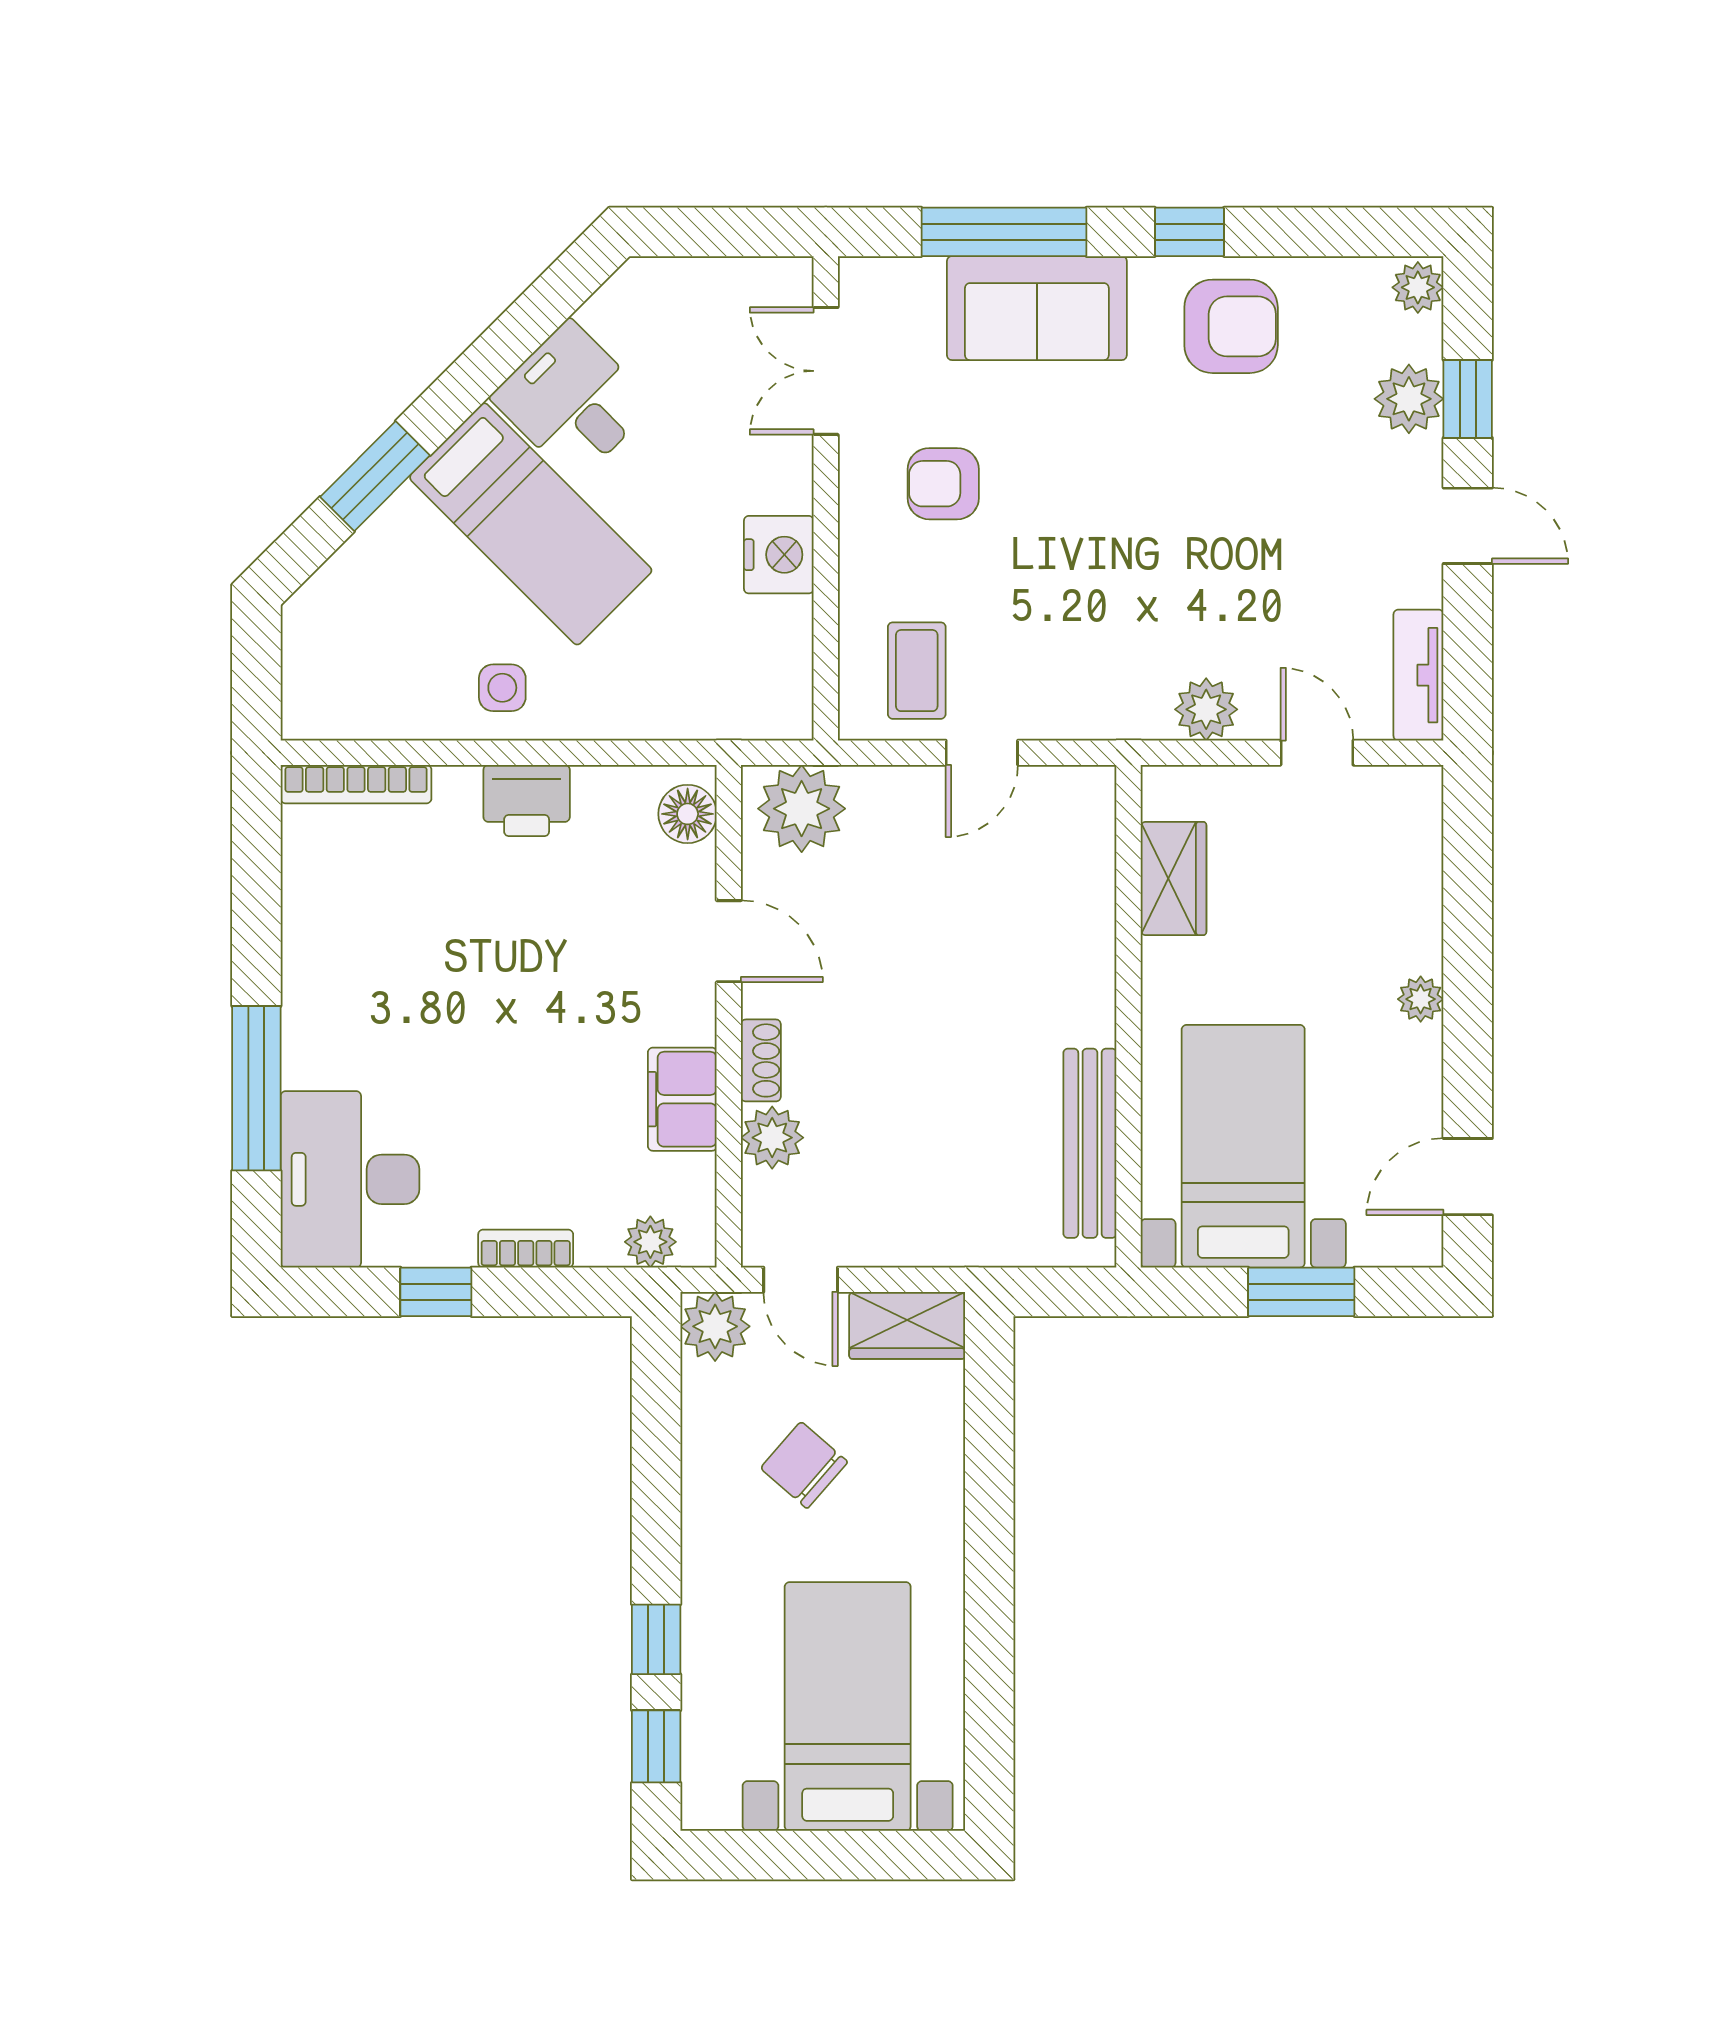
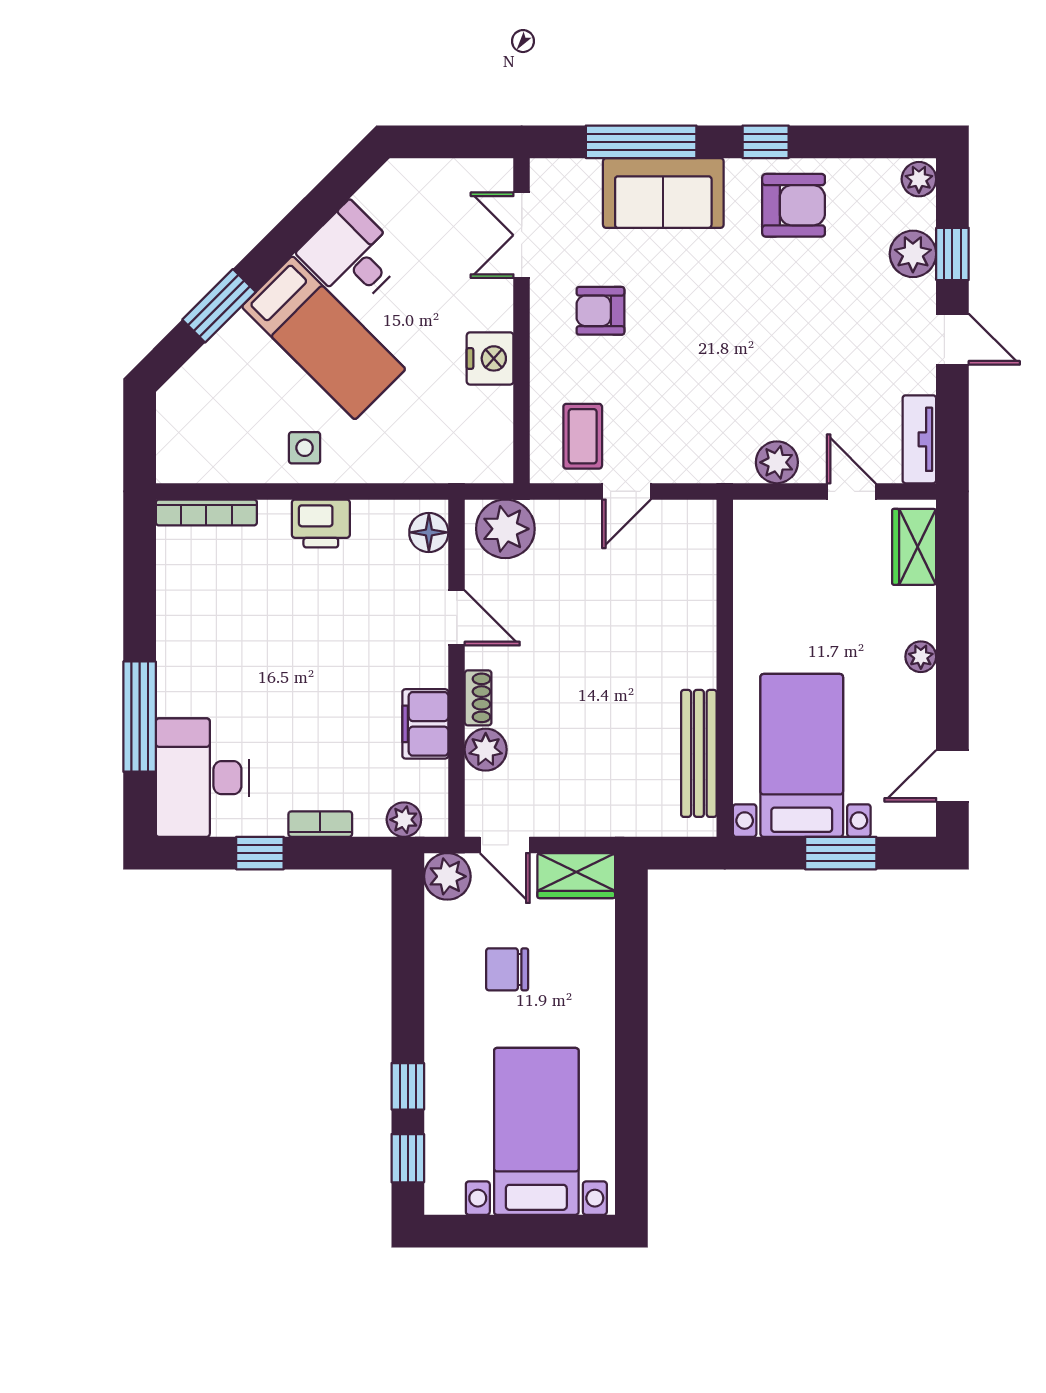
wardrobe: (1174, 878) -> (914, 547), moved, turned 180
chair: (804, 1465) -> (507, 969), turned -41

